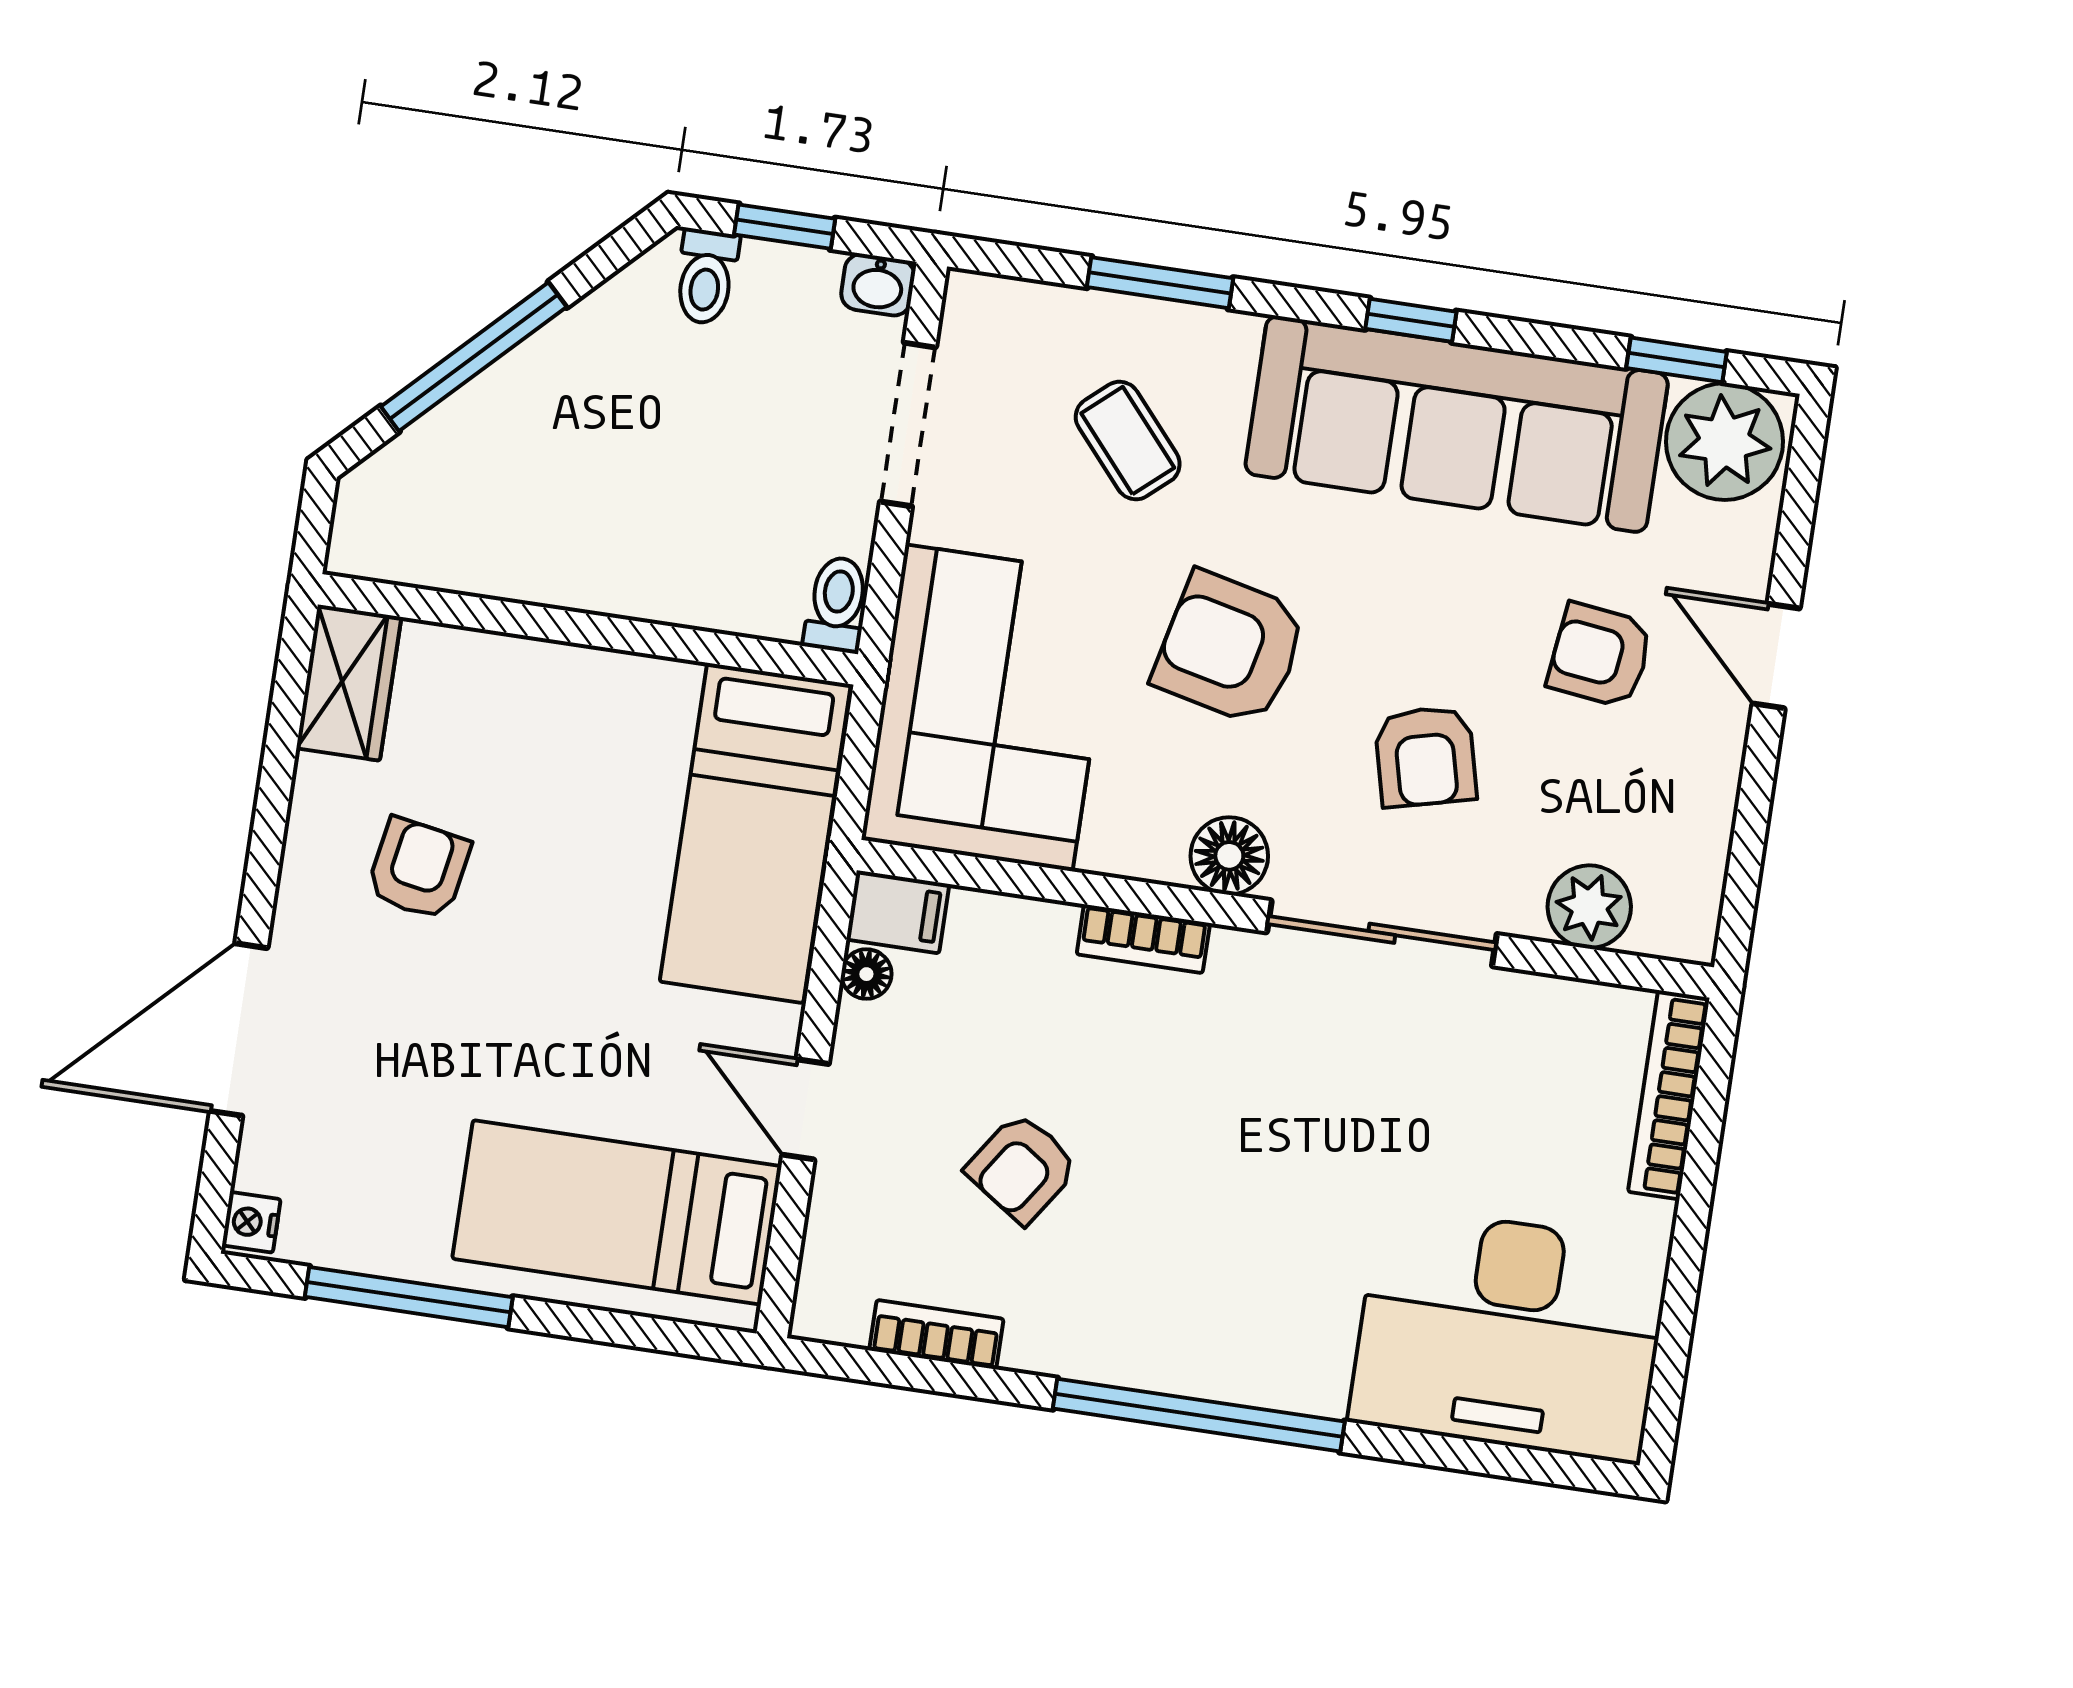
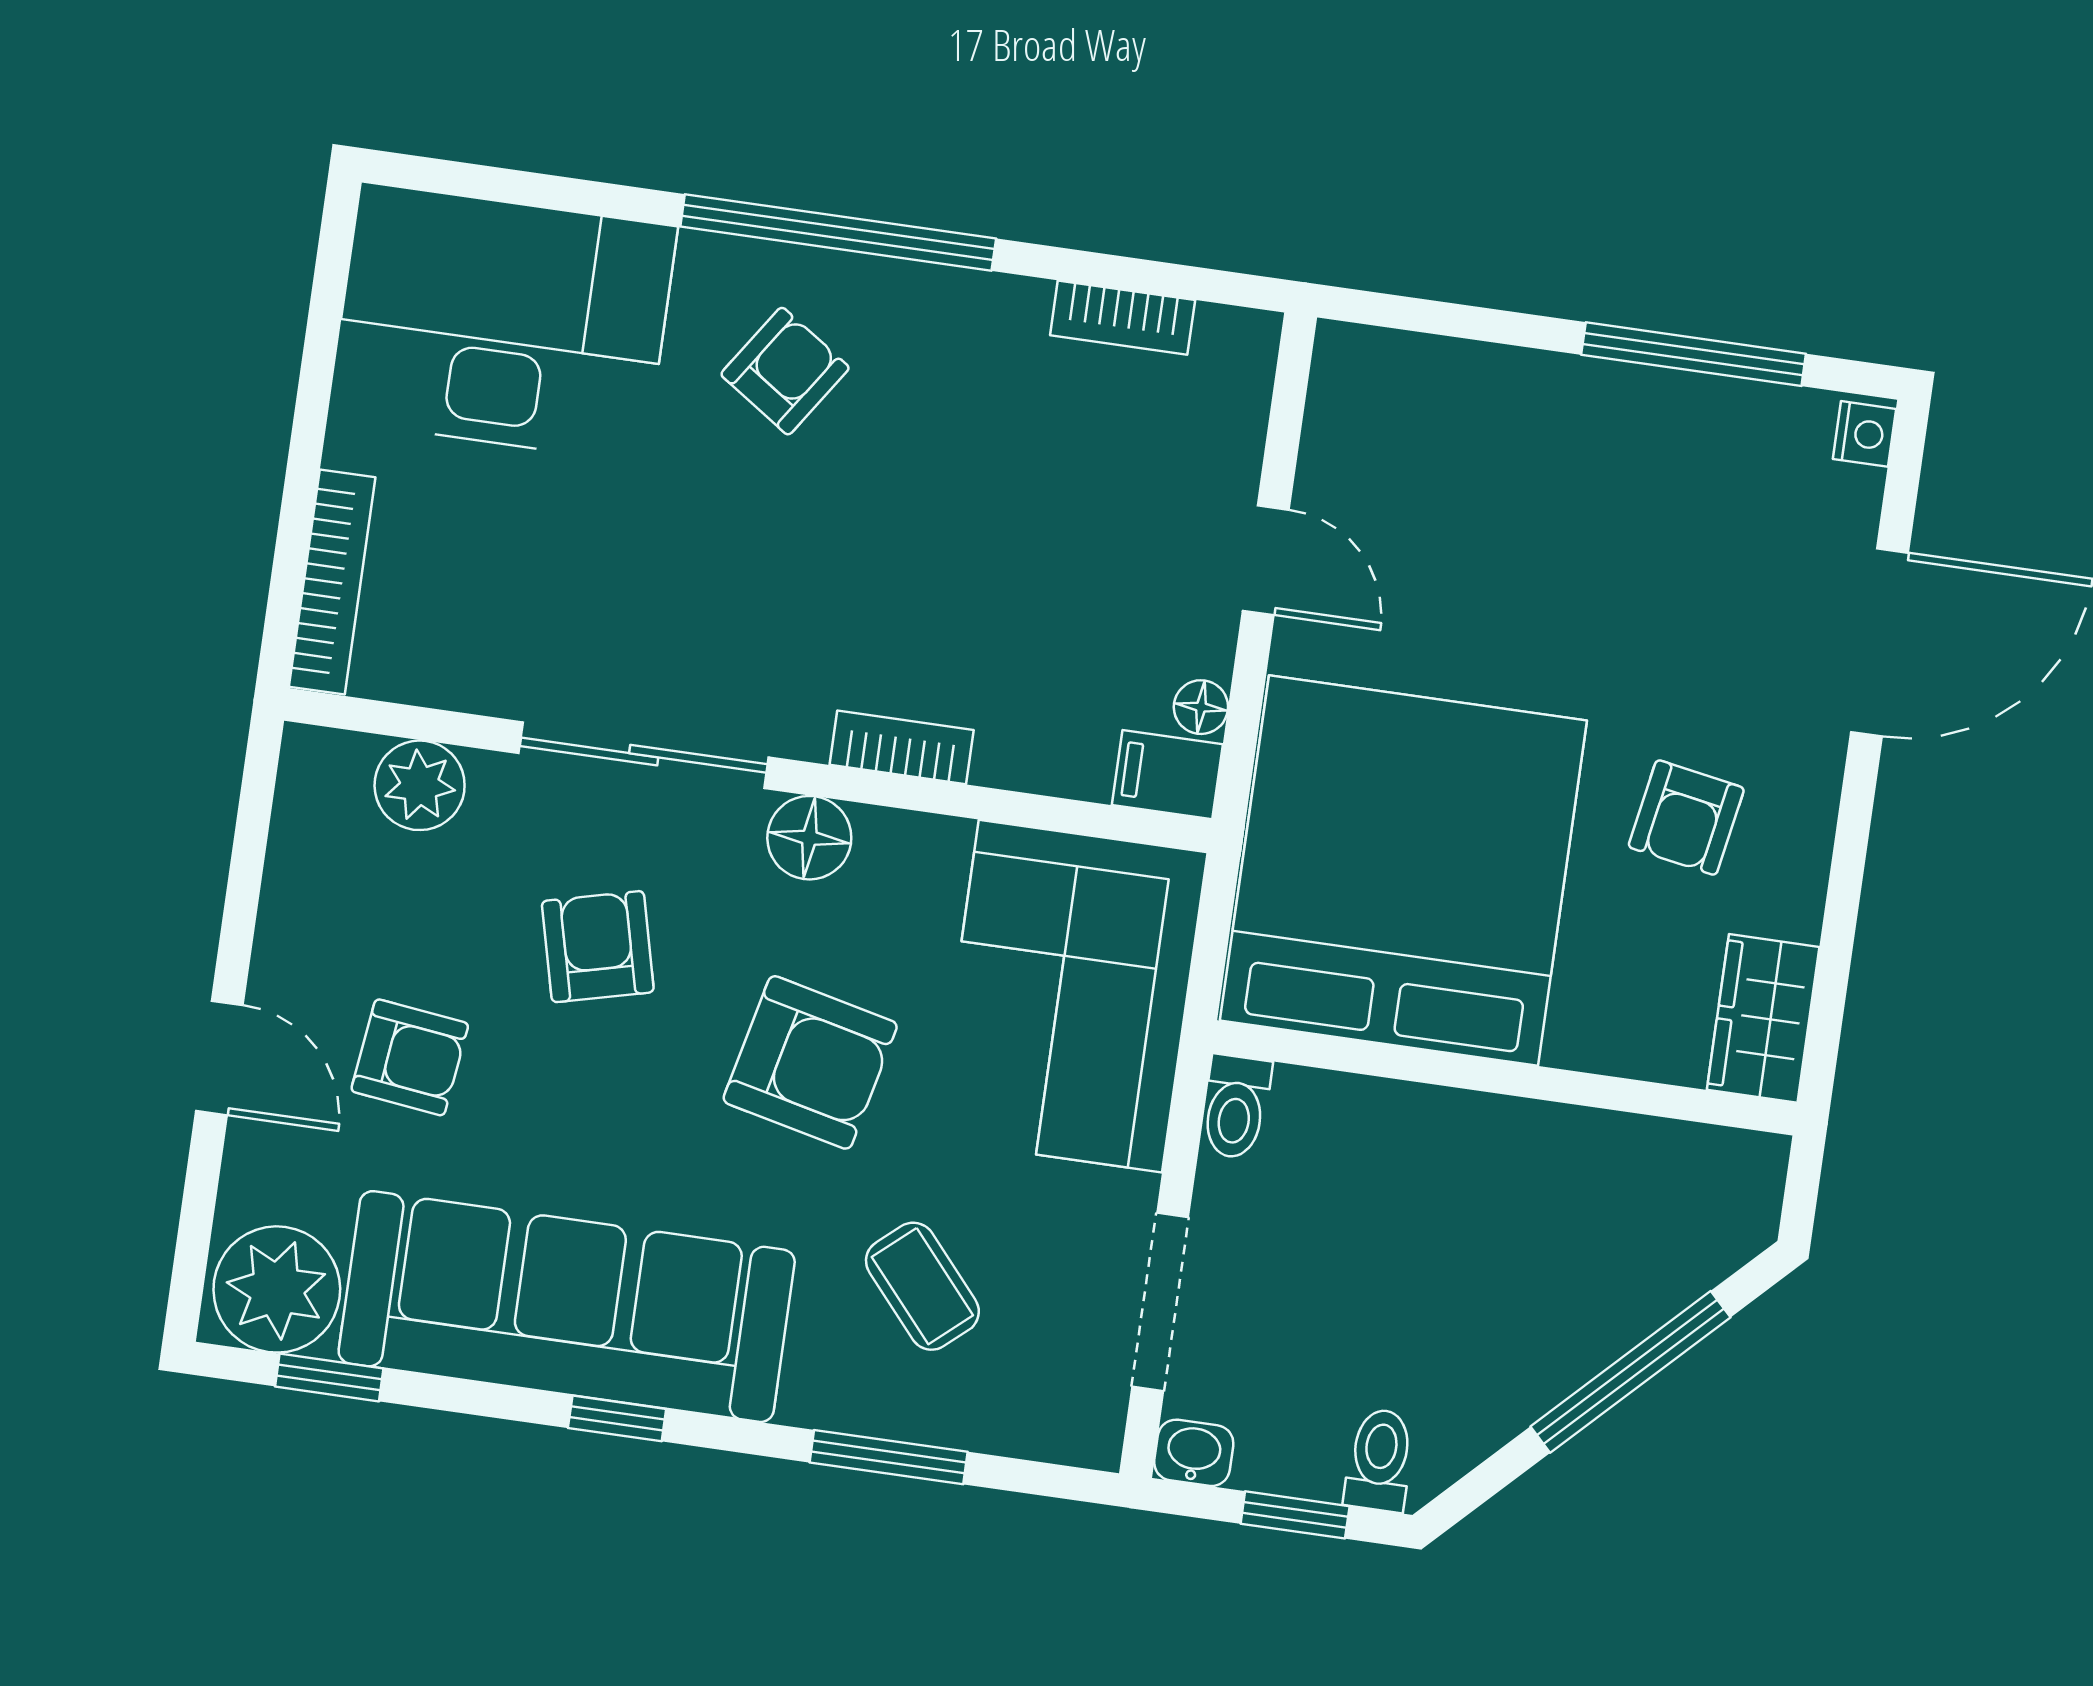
bed: (755, 833) -> (1403, 870), width x2.04
armchair: (1022, 1168) -> (785, 371), moved
bed: (617, 1212) -> (1469, 447), removed

